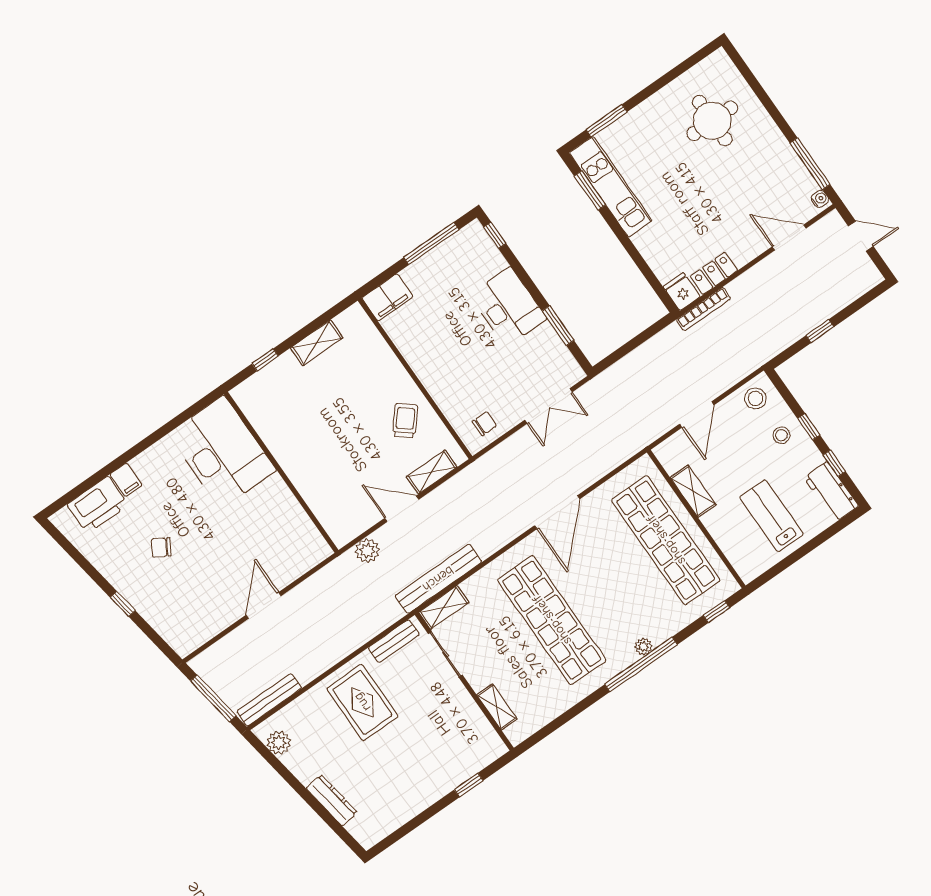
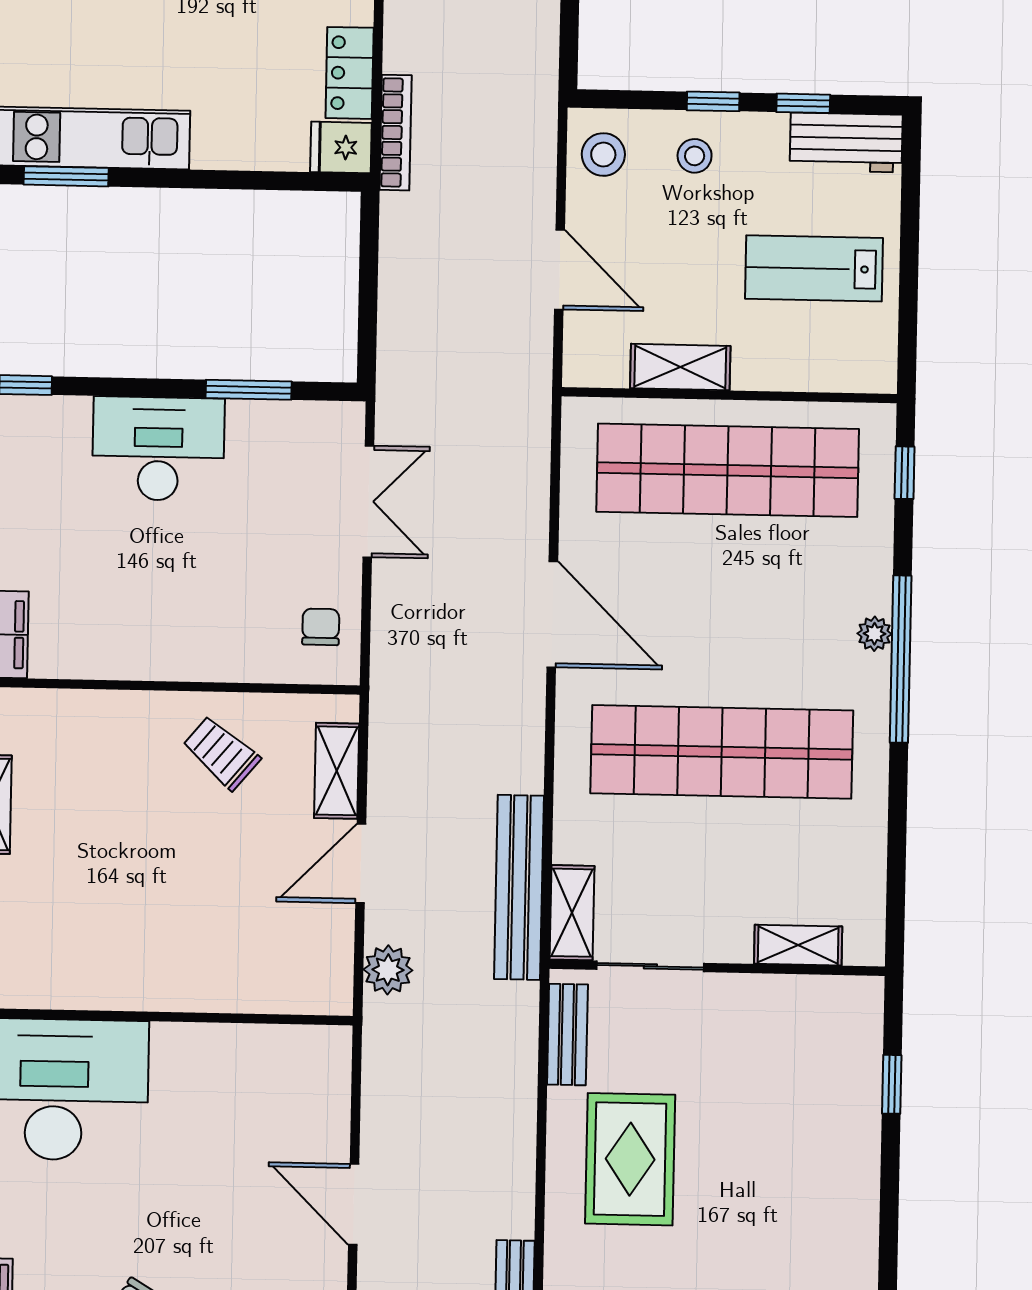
rug: (362, 702) -> (630, 1159), turned 90

